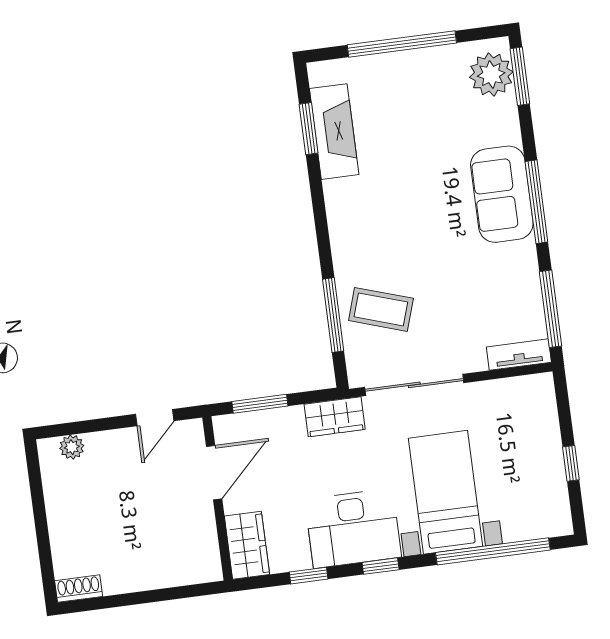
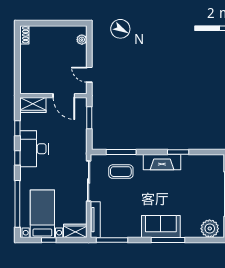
window: (520, 76) -> (208, 240), removed
window: (309, 129) -> (178, 152), moved
fireplace: (334, 132) -> (162, 162), moved
window: (536, 202) -> (168, 240), moved
coffee table: (381, 309) -> (121, 172), turned 72
tv unit: (519, 355) -> (95, 220), width x1.41
wardrobe: (335, 417) -> (75, 231), moved, turned 90
bed with nightstands: (446, 492) -> (42, 214), moved, turned -90

